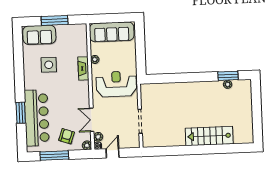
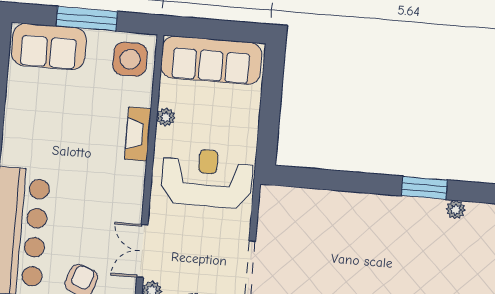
side table: (49, 65) -> (130, 59), moved
window: (228, 76) -> (424, 188), moved

